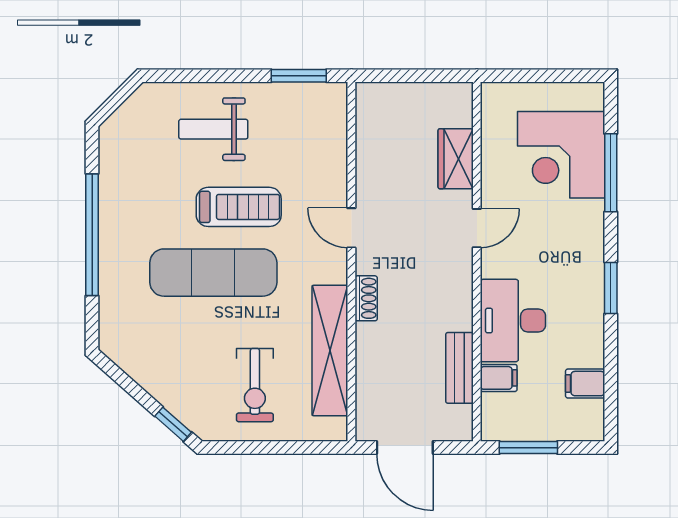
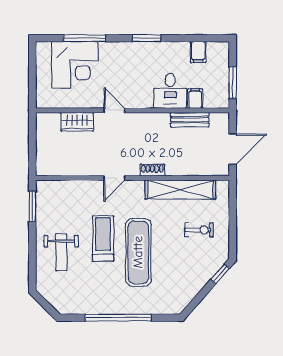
desk: (513, 321) -> (170, 91), width x0.73
exercise bike: (255, 385) -> (199, 230), width x0.73, depth x0.72

